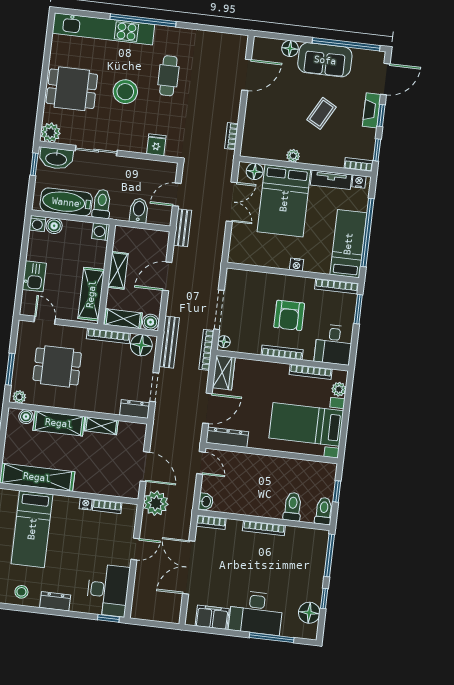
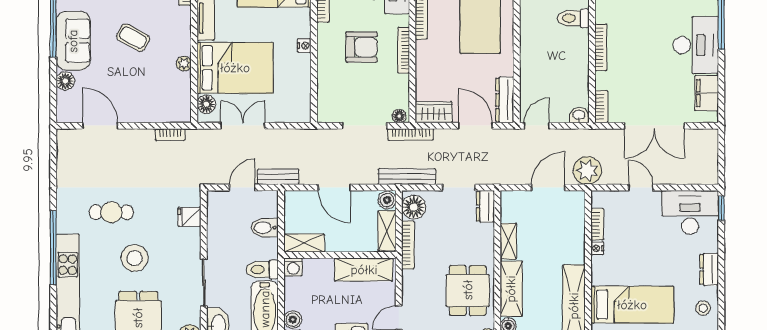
door: (177, 195) -> (242, 188), swing flipped
shelving: (118, 270) -> (304, 243), moved
dining table: (57, 366) -> (468, 290), moved

